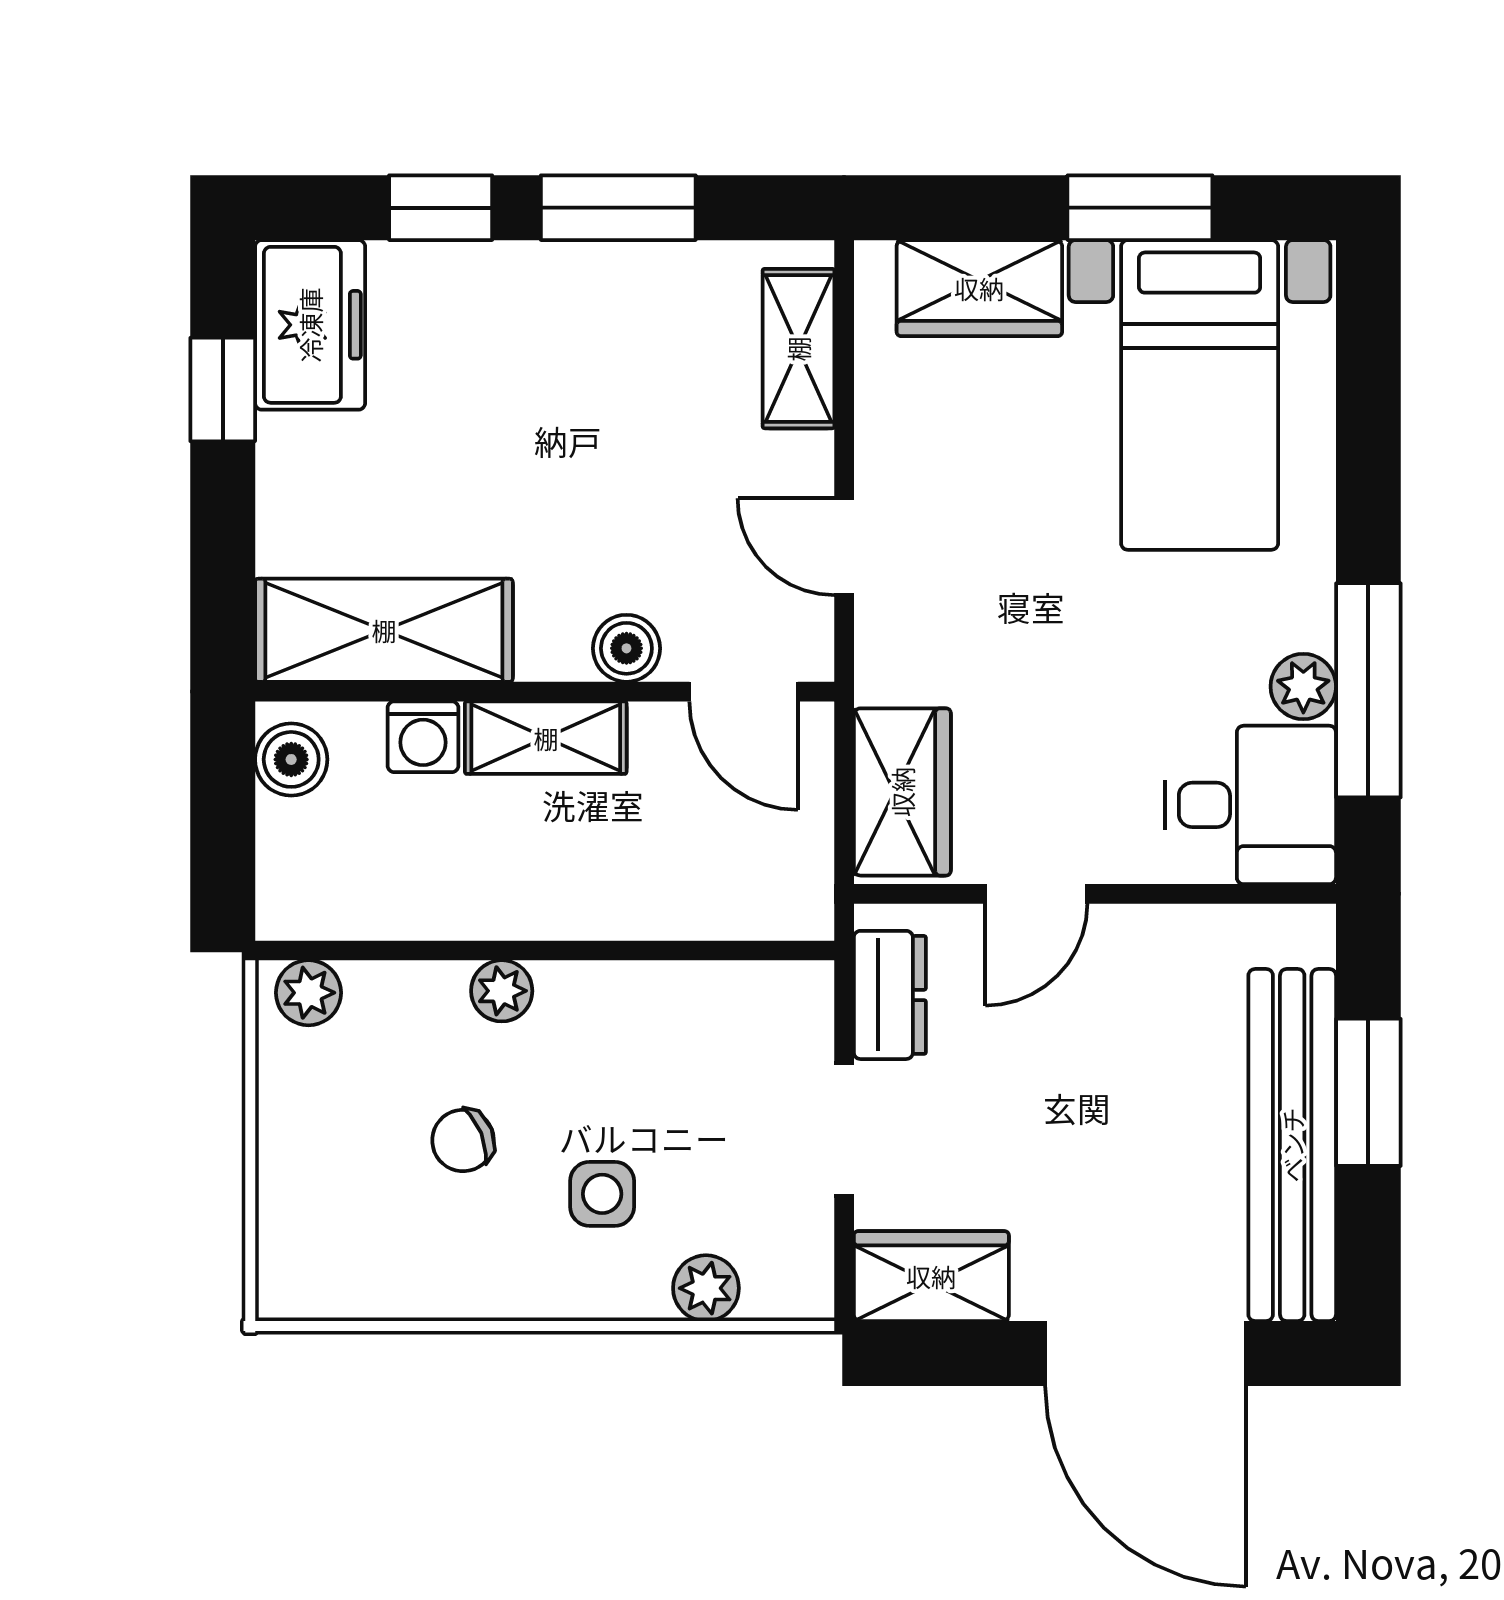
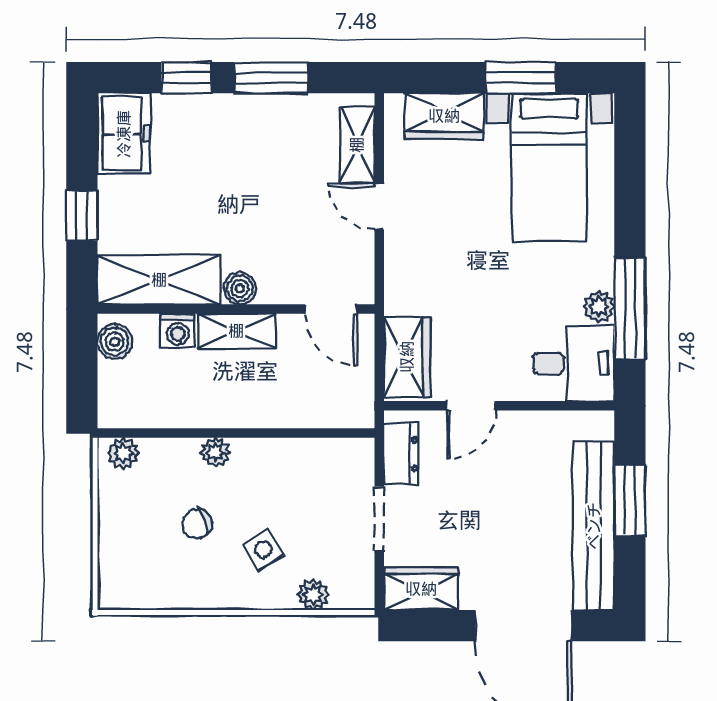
window: (223, 389) -> (82, 216), moved
door: (844, 547) -> (379, 206), moved
boiler: (626, 648) -> (240, 288), moved
side table: (602, 1194) -> (263, 549), turned -32

